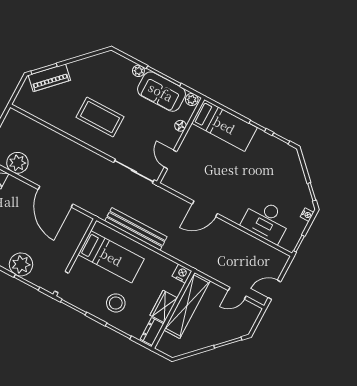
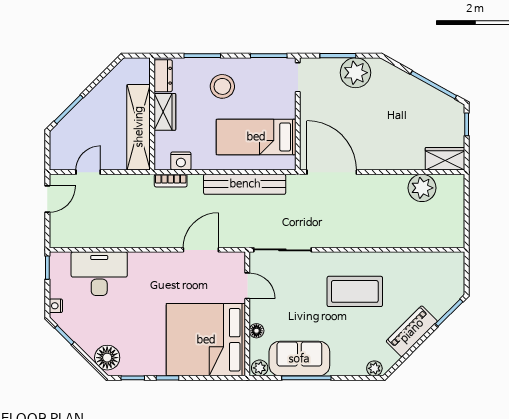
plant: (138, 71) -> (374, 368), moved
piano: (49, 78) -> (412, 331), moved
bed: (224, 125) -> (206, 340), width x2.04
floor lamp: (291, 161) -> (107, 358), added
door: (56, 197) -> (332, 172), moved
door: (205, 209) -> (201, 250), moved
bookcase: (184, 258) -> (171, 181), added
nightstand: (182, 274) -> (181, 161), moved

